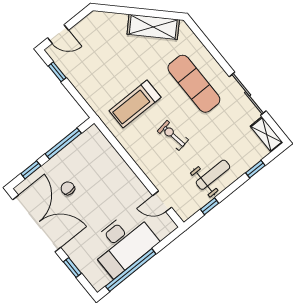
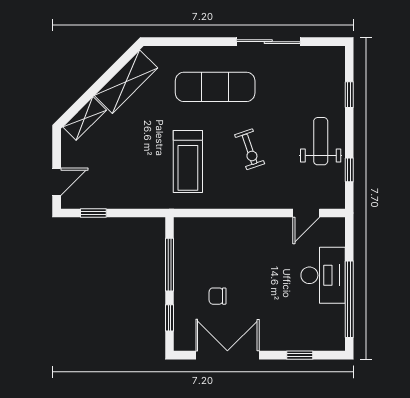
shelving: (267, 134) -> (85, 118), moved, turned -45
exercise bike: (173, 135) -> (250, 149), turned -100
double door: (37, 223) -> (227, 355), width x0.73
desk: (123, 243) -> (323, 275), width x0.73, depth x0.77

